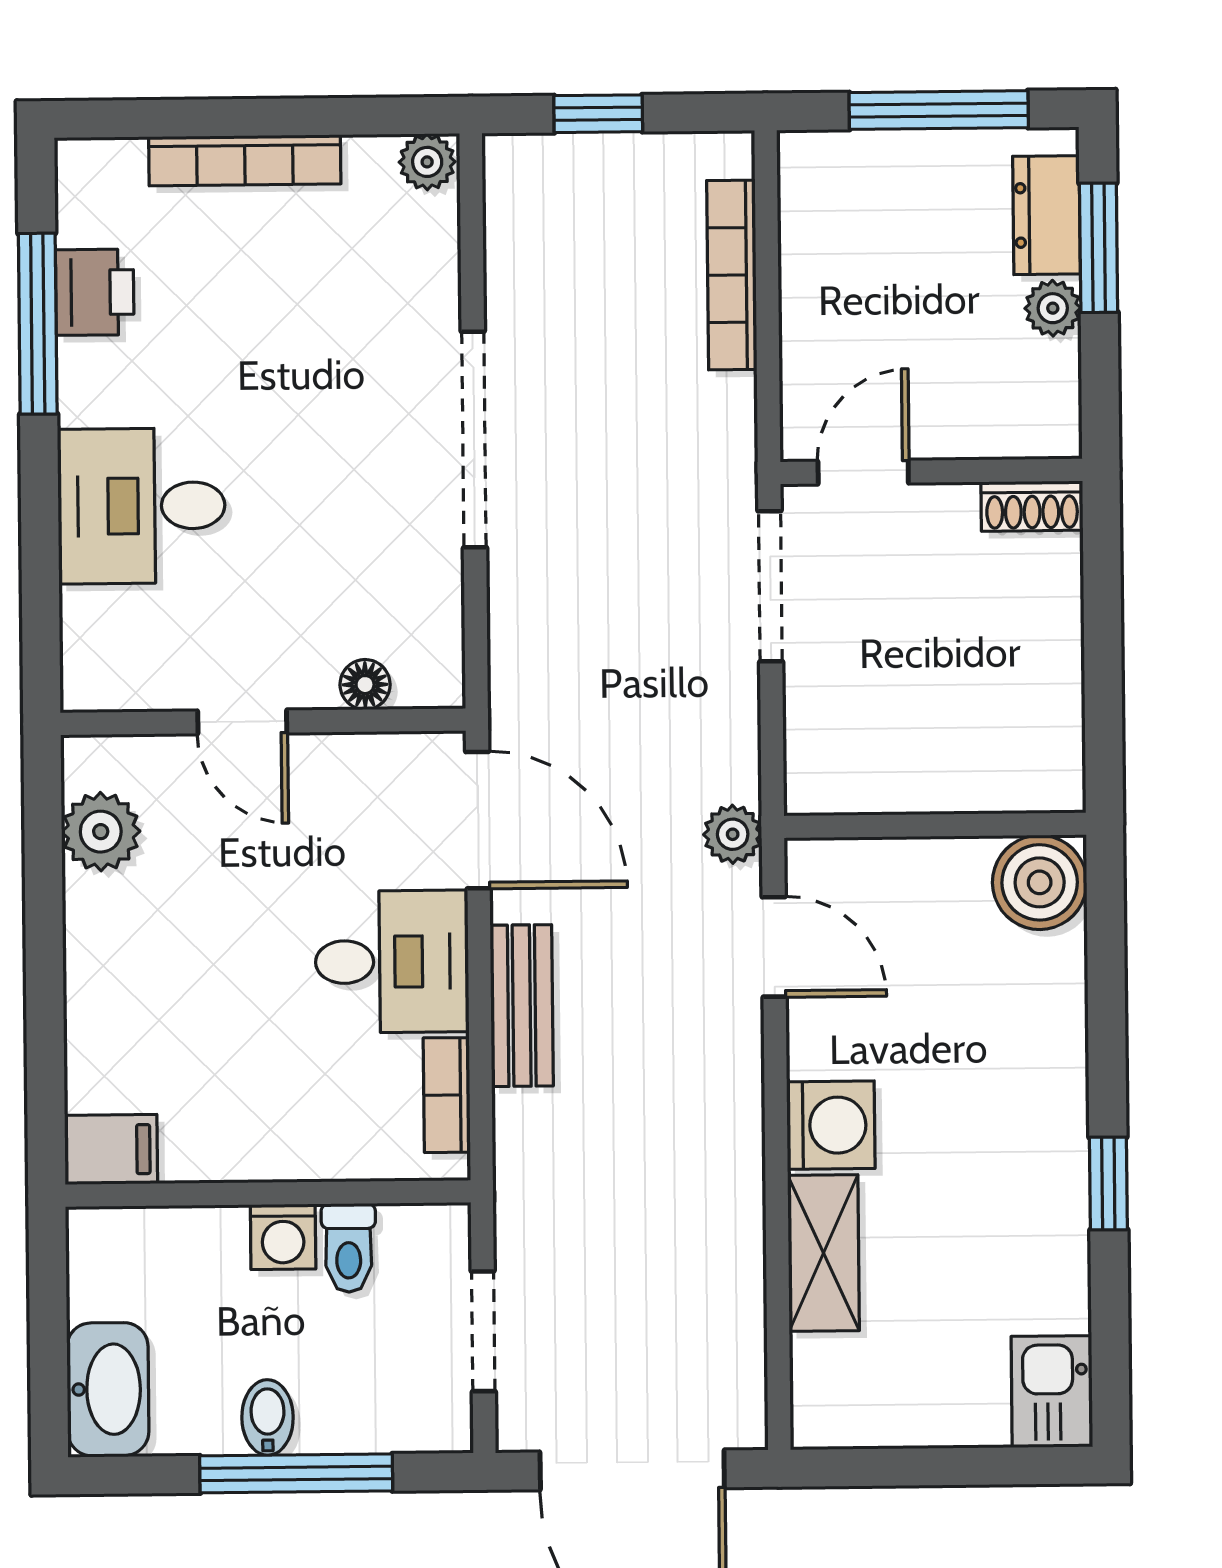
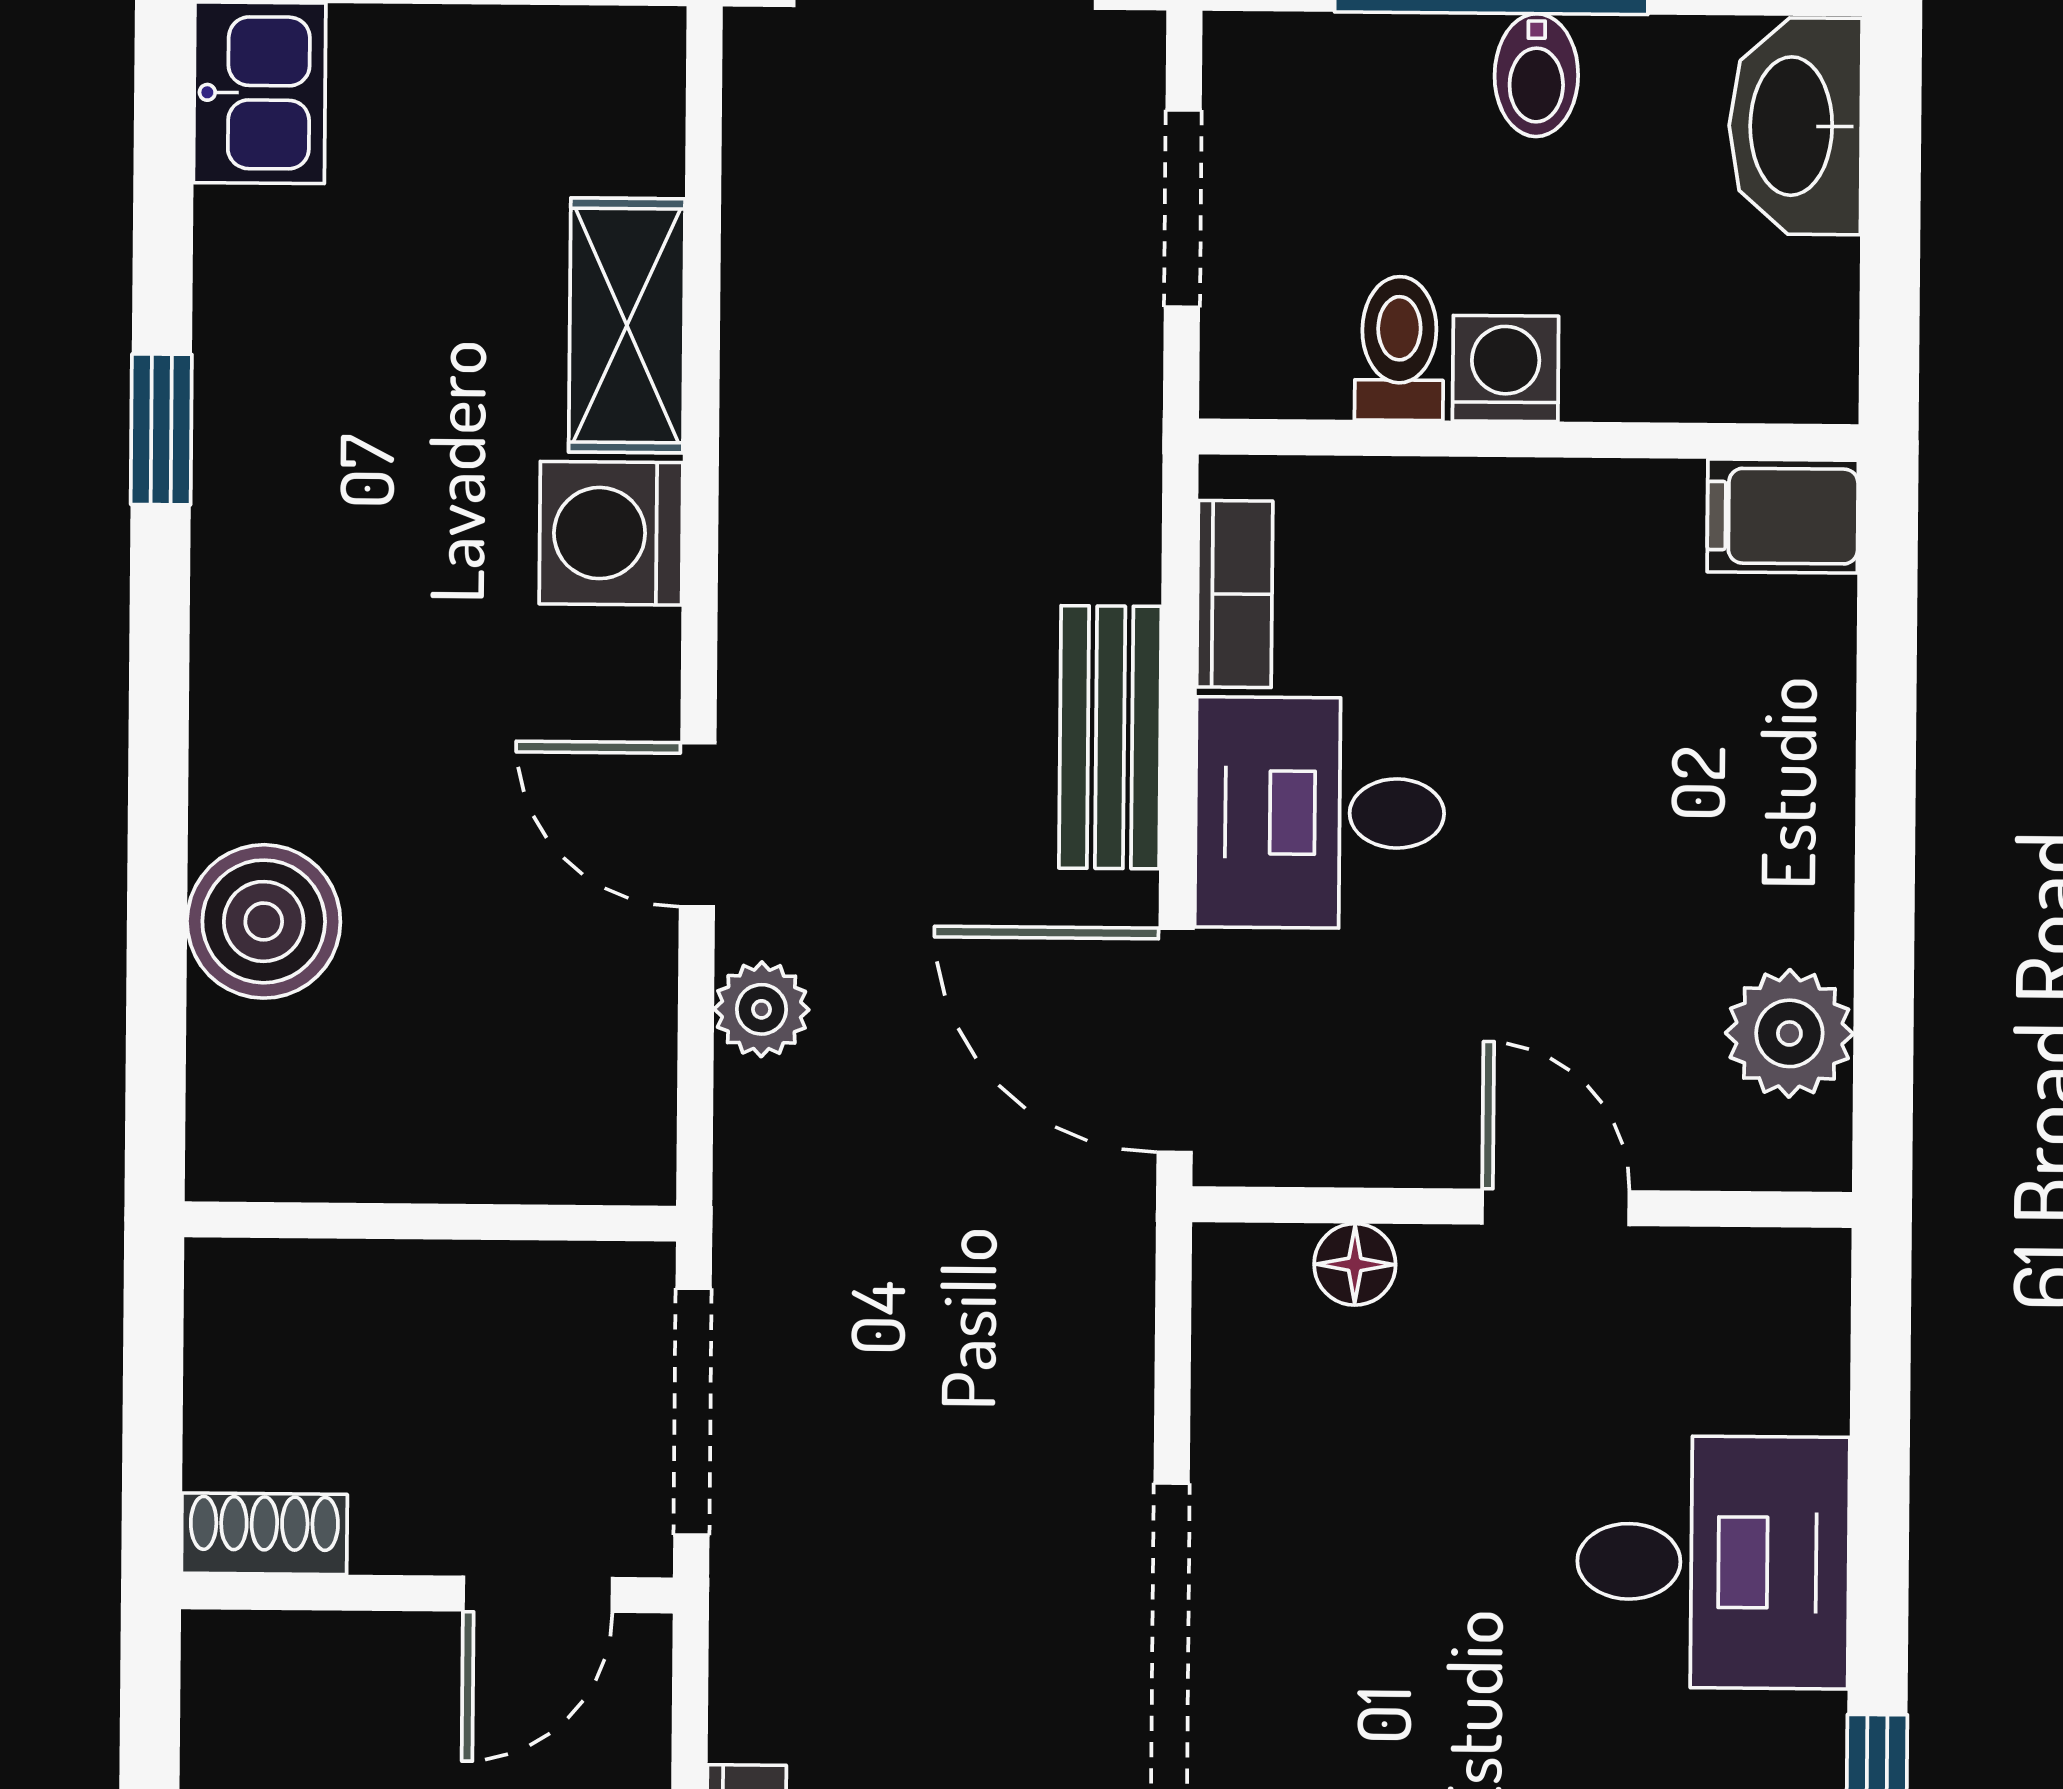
wall: (935, 825) -> (430, 1222), moved

